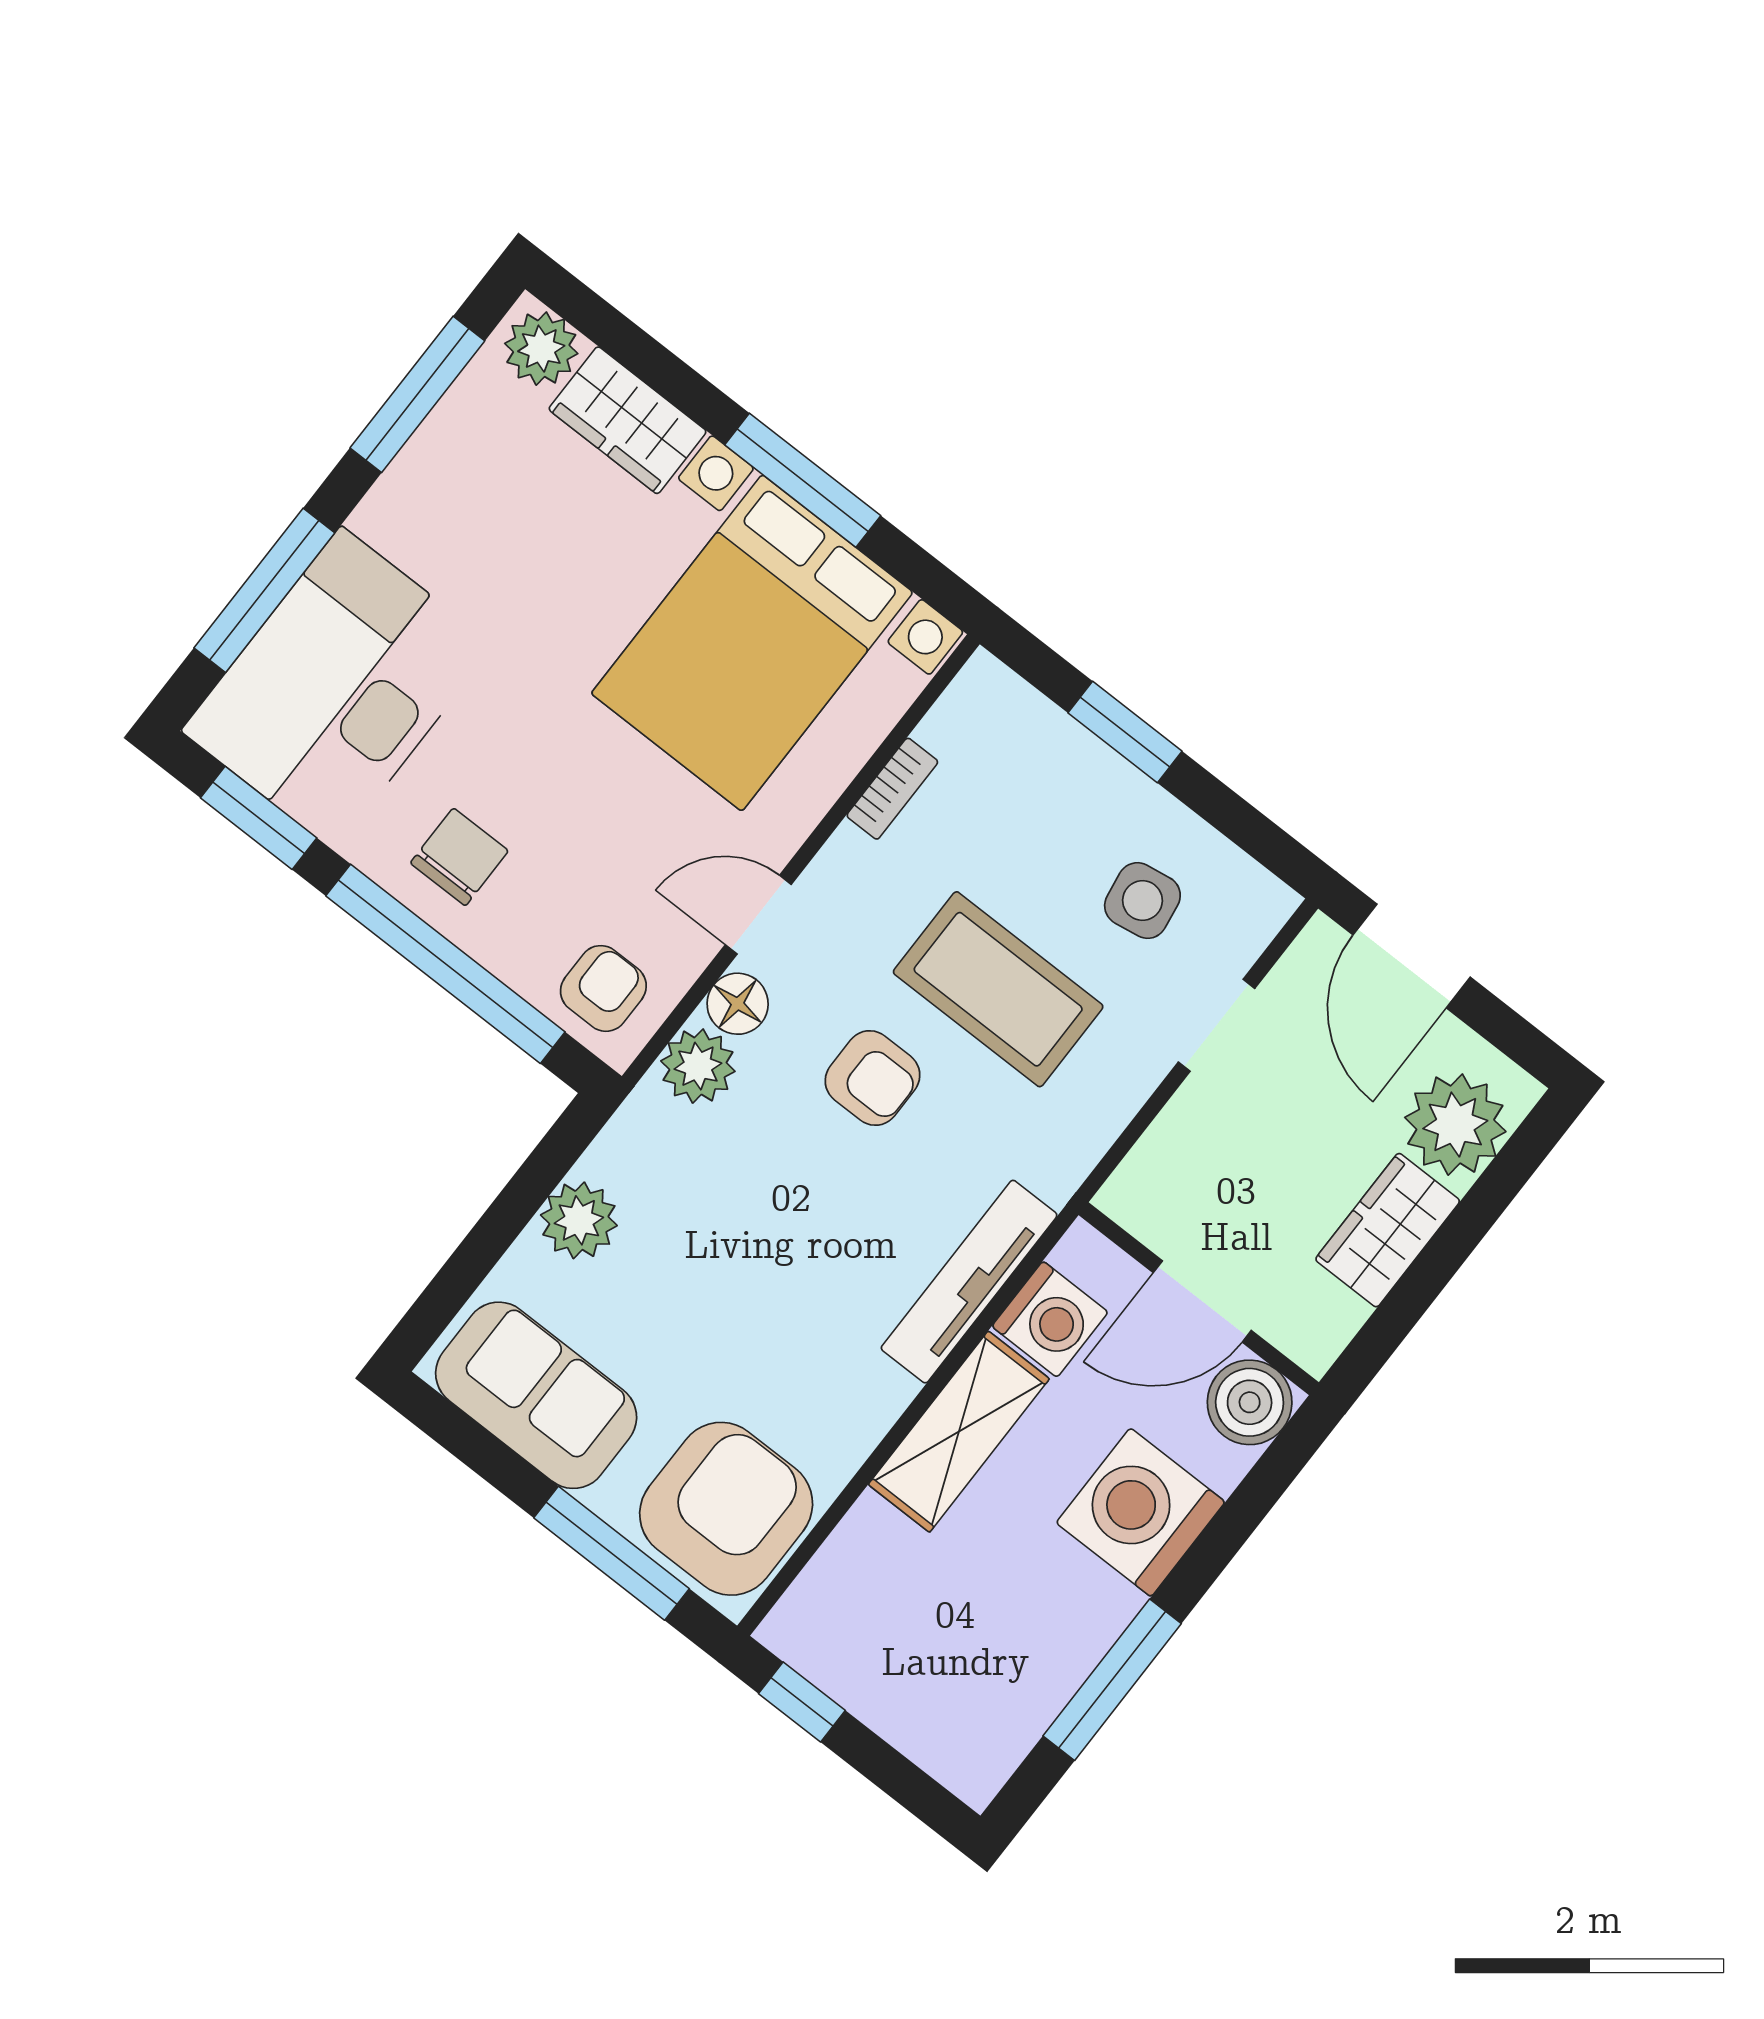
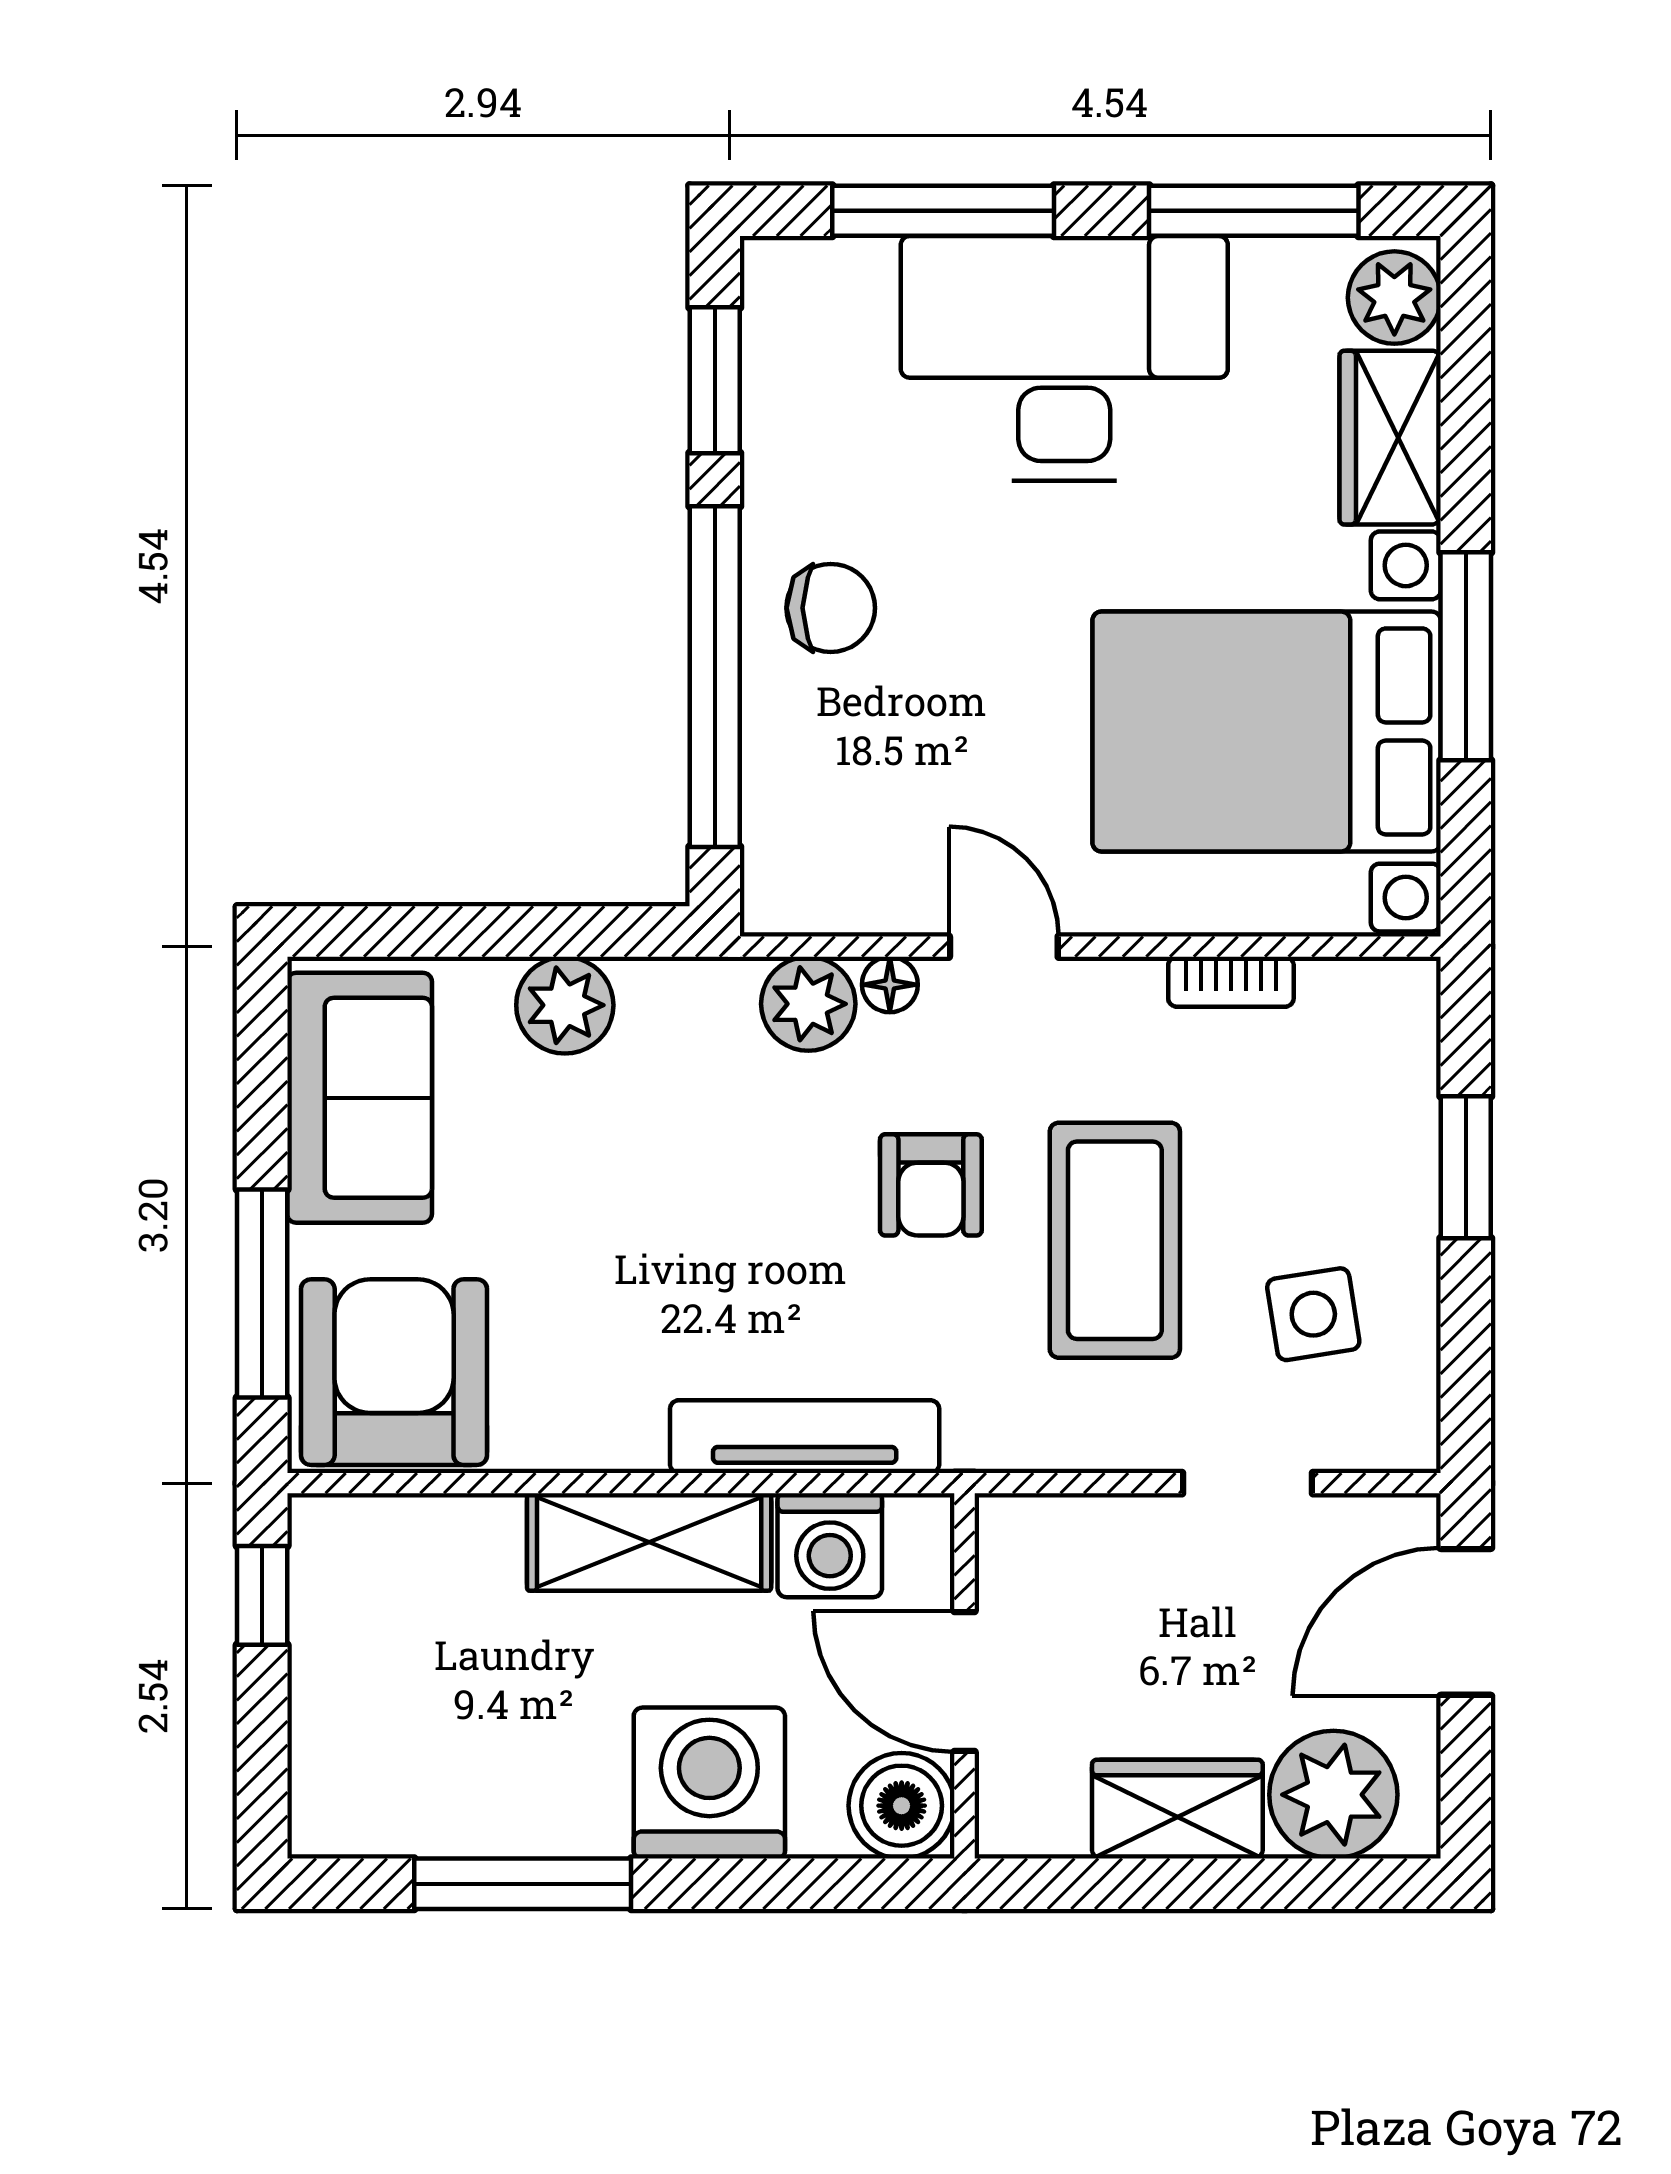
desk: (338, 688) -> (1064, 358), moved
armchair: (603, 988) -> (812, 851), removed
floor lamp: (738, 1004) -> (890, 985), width x0.73, depth x0.73
armchair: (726, 1509) -> (394, 1372), turned -90

